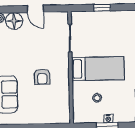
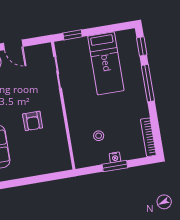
window: (102, 8) -> (73, 35), moved
bed: (98, 69) -> (106, 63), moved, turned 90

